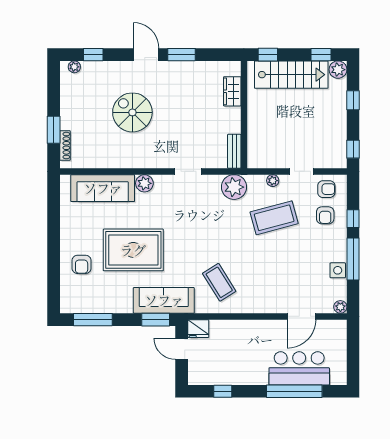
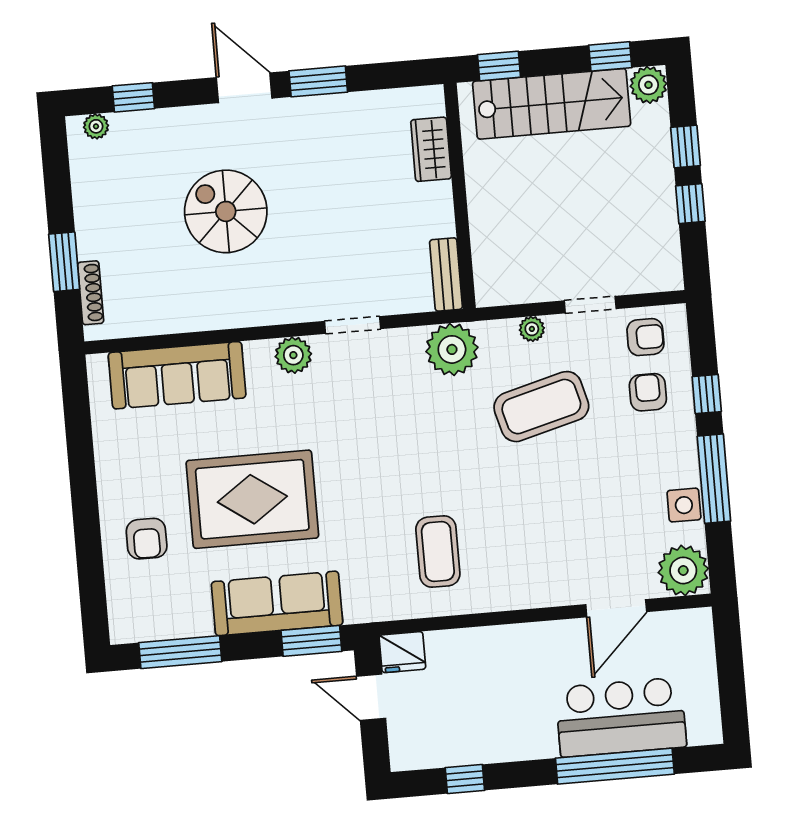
window: (353, 149) -> (690, 204), moved
plant: (144, 183) -> (293, 355), moved
armchair: (325, 215) -> (648, 392), turned 180
coffee table: (219, 282) -> (438, 552), turned 32
sofa: (164, 300) -> (277, 603), moved
plant: (340, 307) -> (683, 570), width x1.88, depth x1.88

